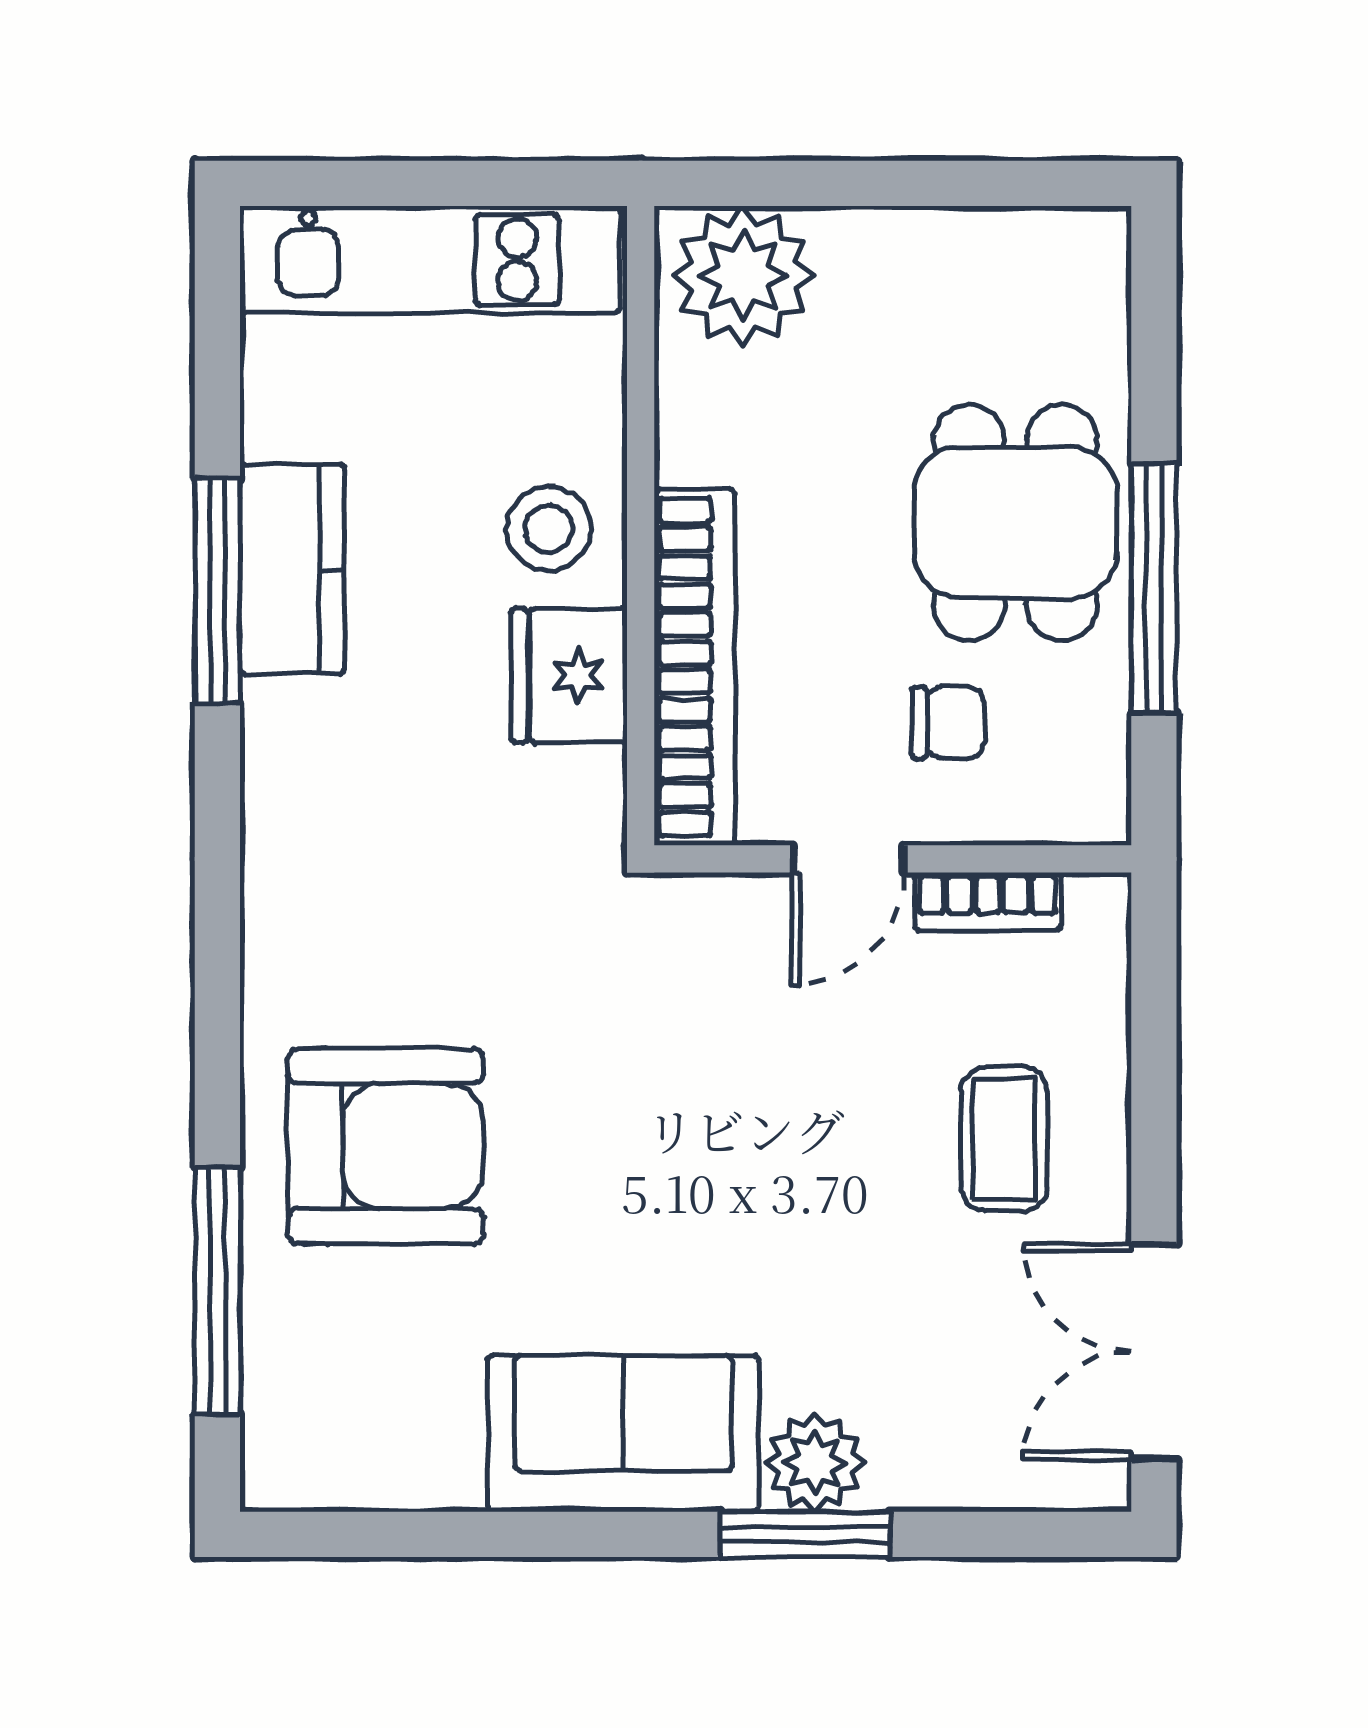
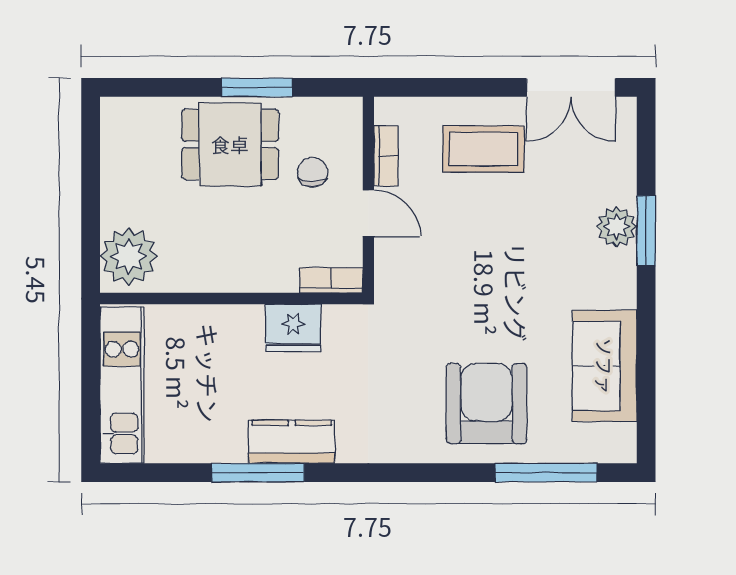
stool: (549, 529) -> (233, 336), removed
kitchen counter: (292, 570) -> (292, 442), moved
window: (1154, 588) -> (257, 87), width x0.69
bookcase: (695, 667) -> (331, 280), width x0.43, depth x0.76
coffee table: (1004, 1139) -> (484, 149), width x1.36, depth x1.30
sofa: (623, 1433) -> (605, 366), moved

